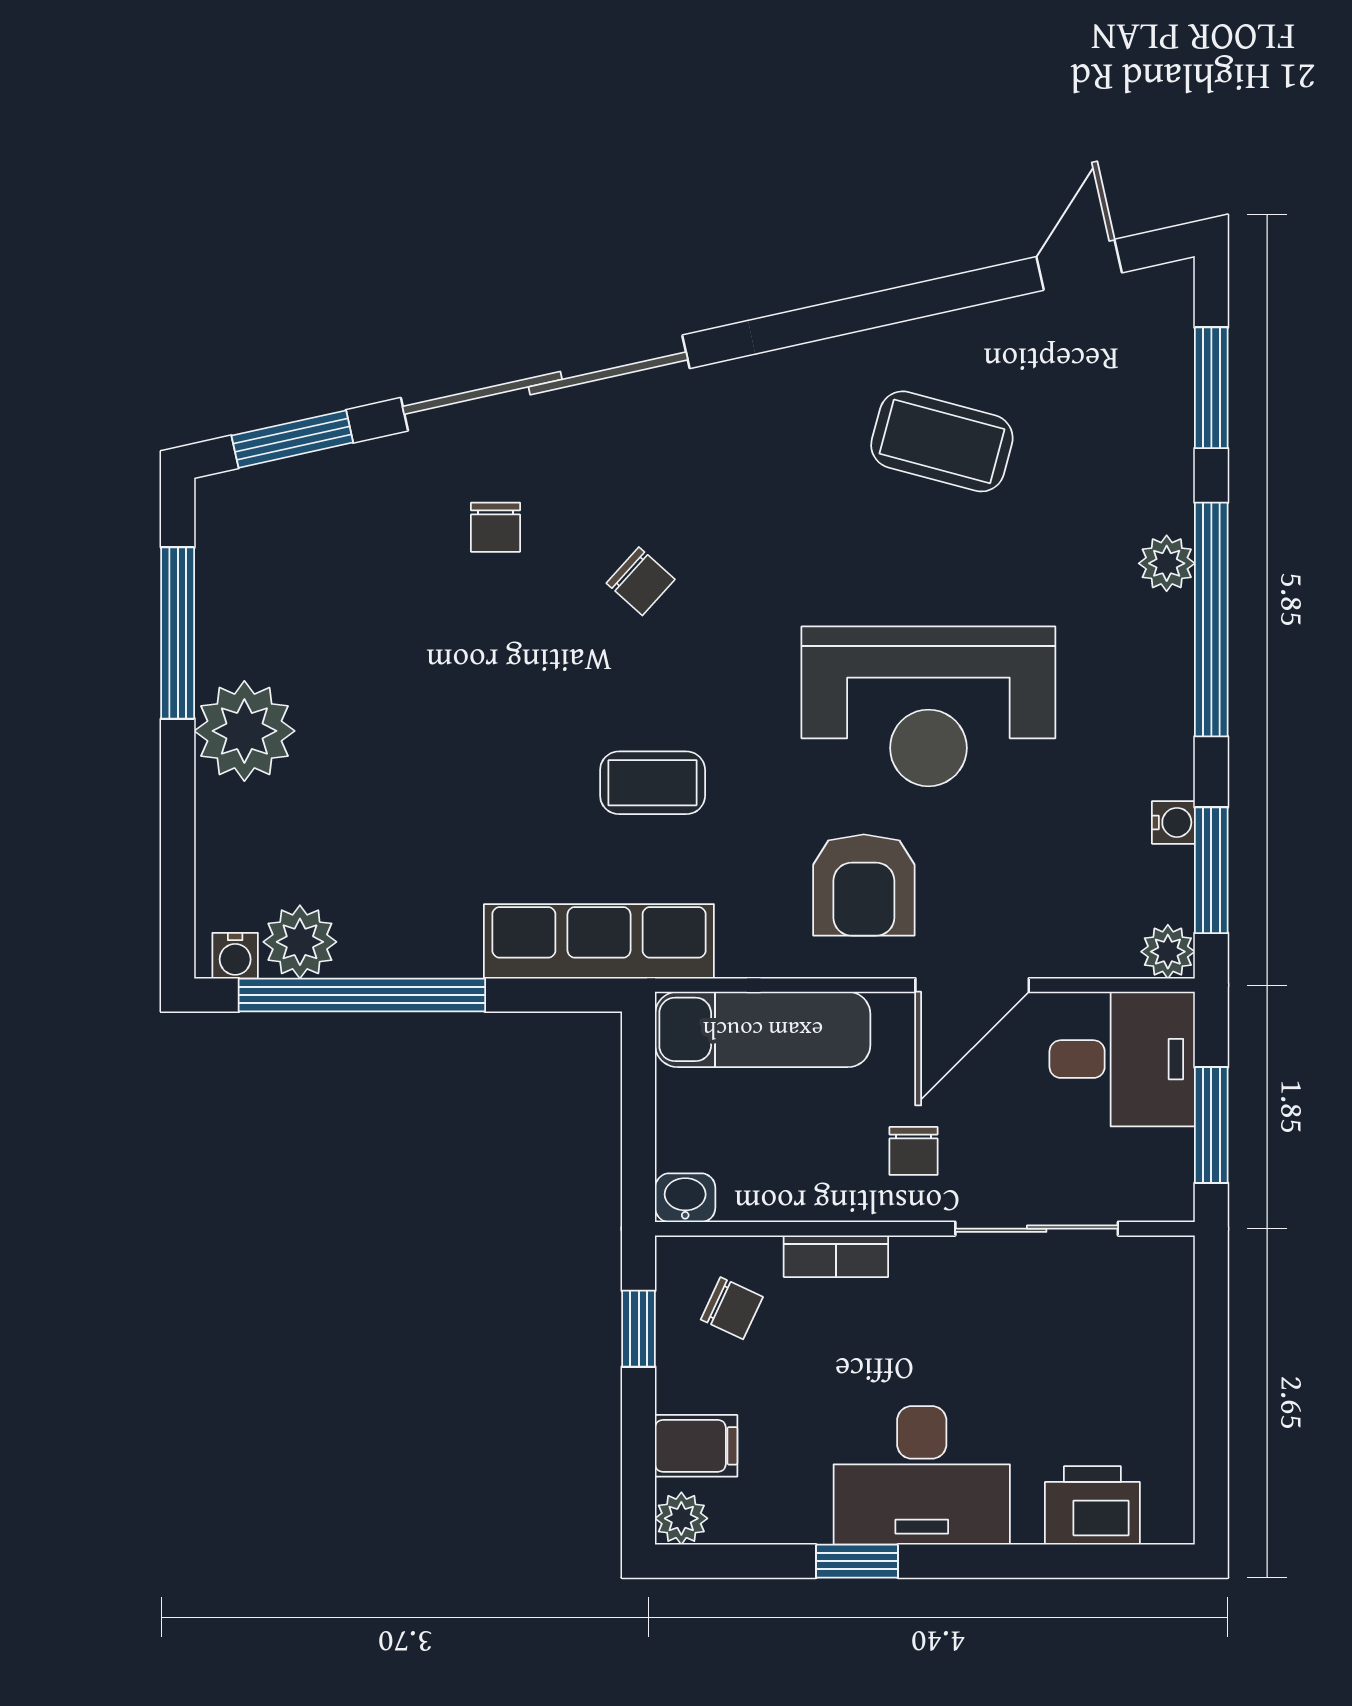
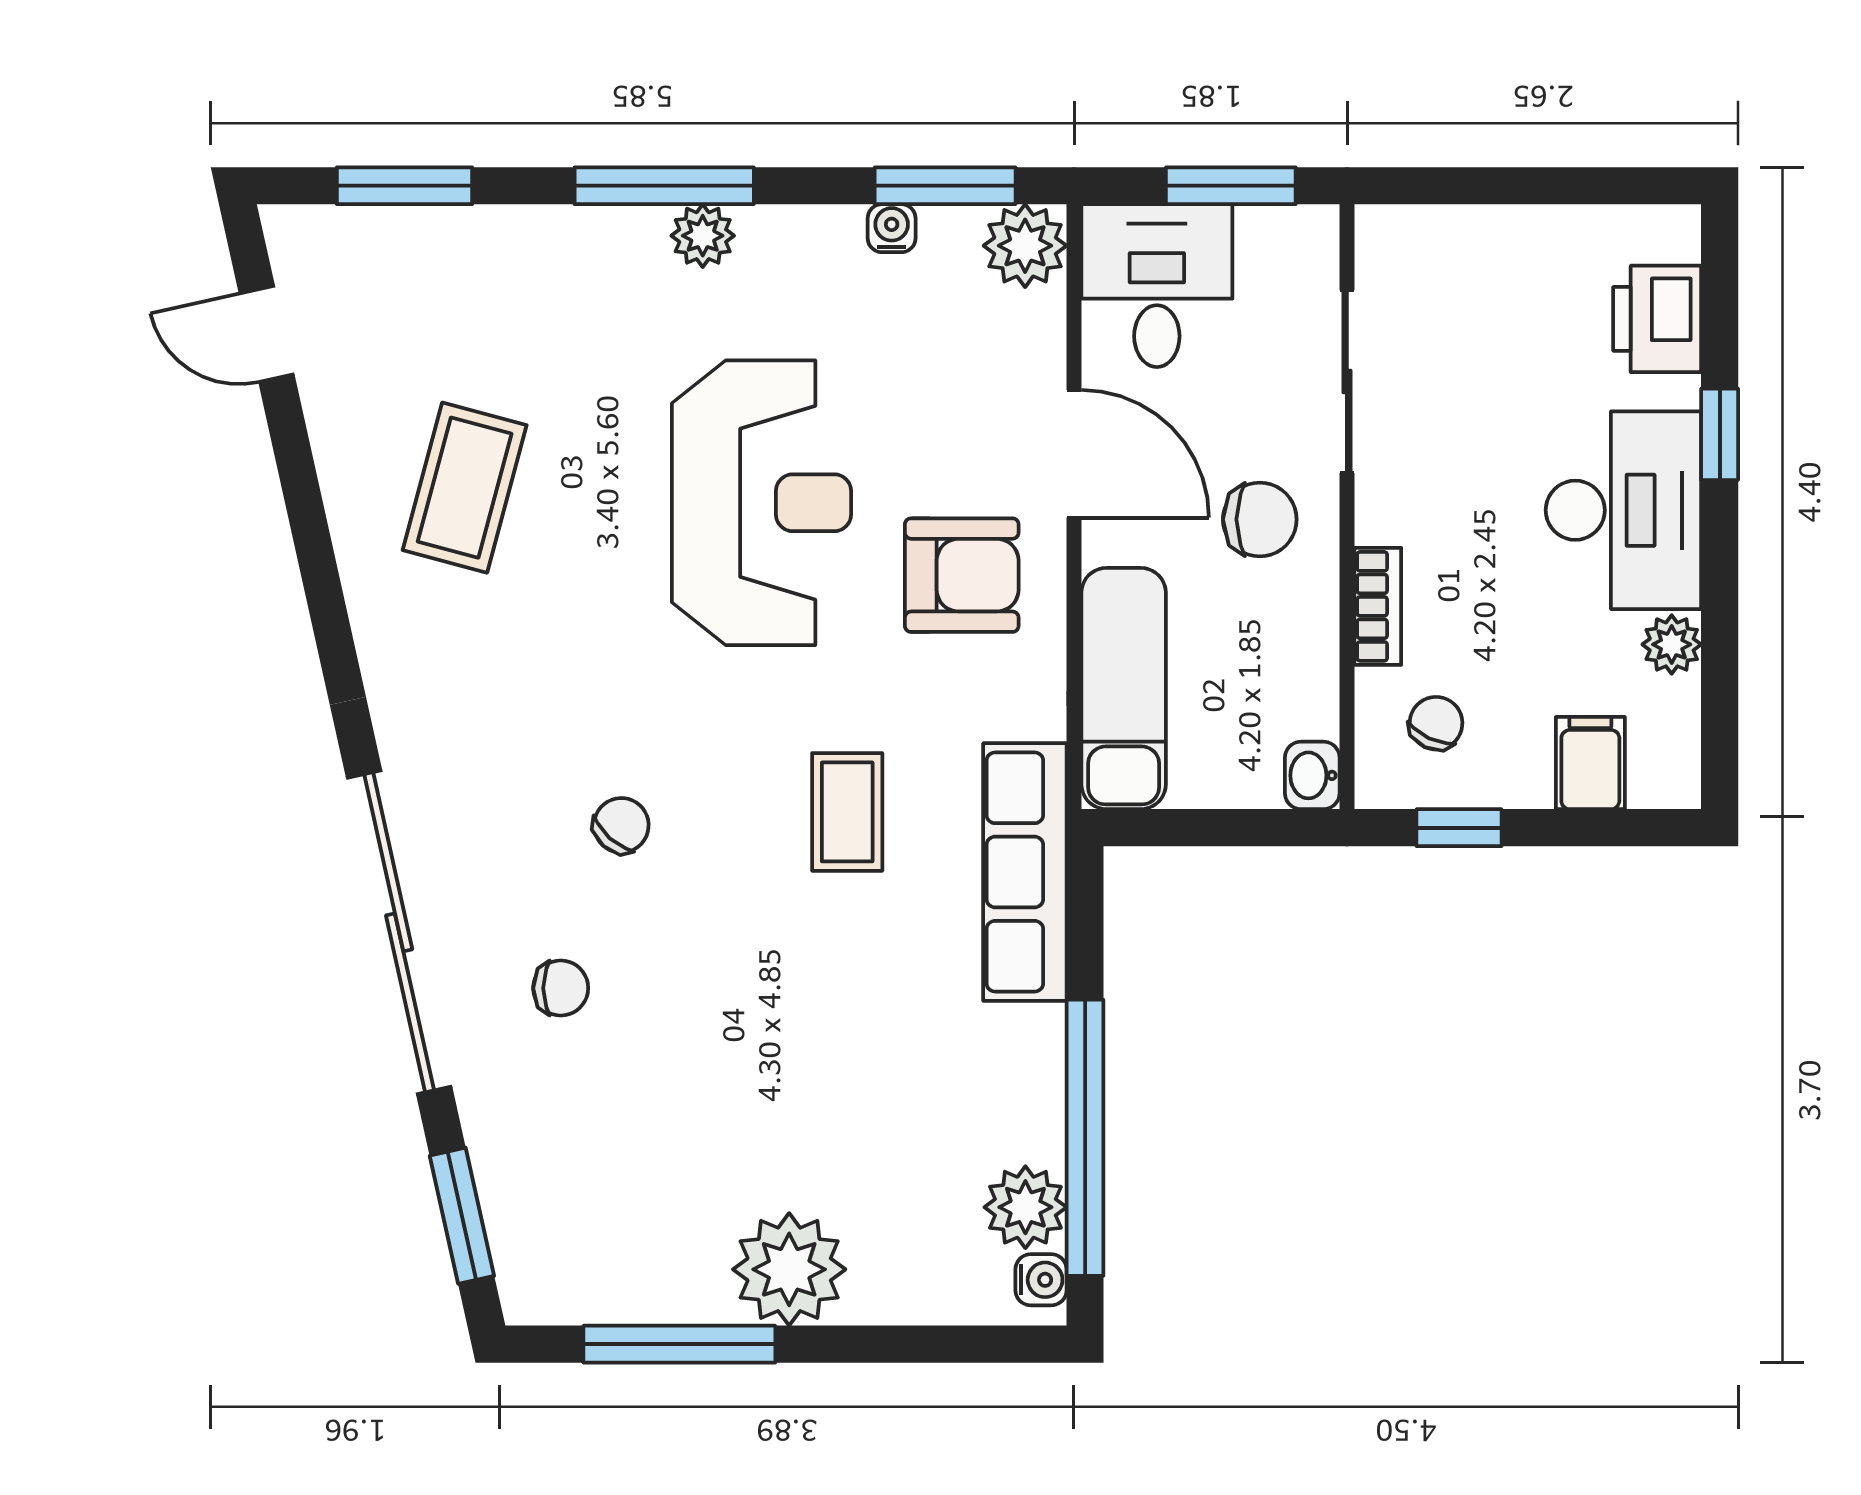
plant: (1167, 563) -> (703, 236), moved
window: (1211, 620) -> (664, 186), width x0.68
plant: (1168, 952) -> (1025, 246), width x1.38, depth x1.38
chair: (914, 1151) -> (1260, 519), width x1.37, depth x1.37
plant: (681, 1518) -> (1672, 644), moved
window: (857, 1561) -> (1720, 434), moved

